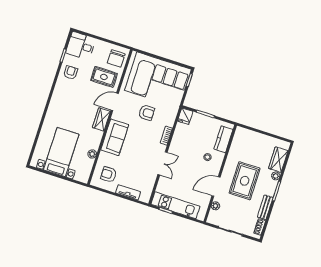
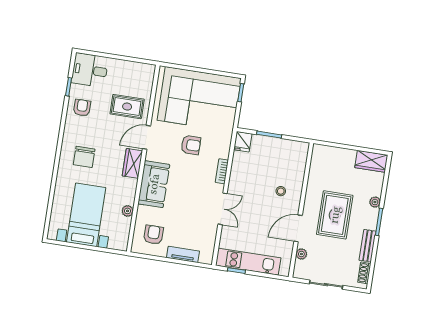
chair: (116, 58) -> (84, 157), moved
kitchen counter: (223, 139) -> (298, 164), removed
wardrobe: (278, 160) -> (371, 161), moved, turned -90
armchair: (109, 174) -> (153, 235), turned 90

